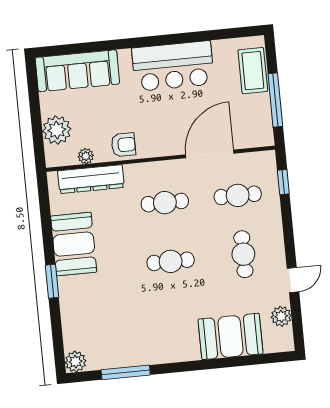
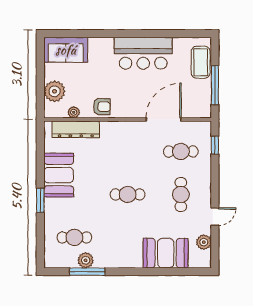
sofa: (77, 71) -> (66, 50), width x0.73
cafe table: (165, 203) -> (74, 237), moved
plant: (76, 362) -> (86, 260), moved

